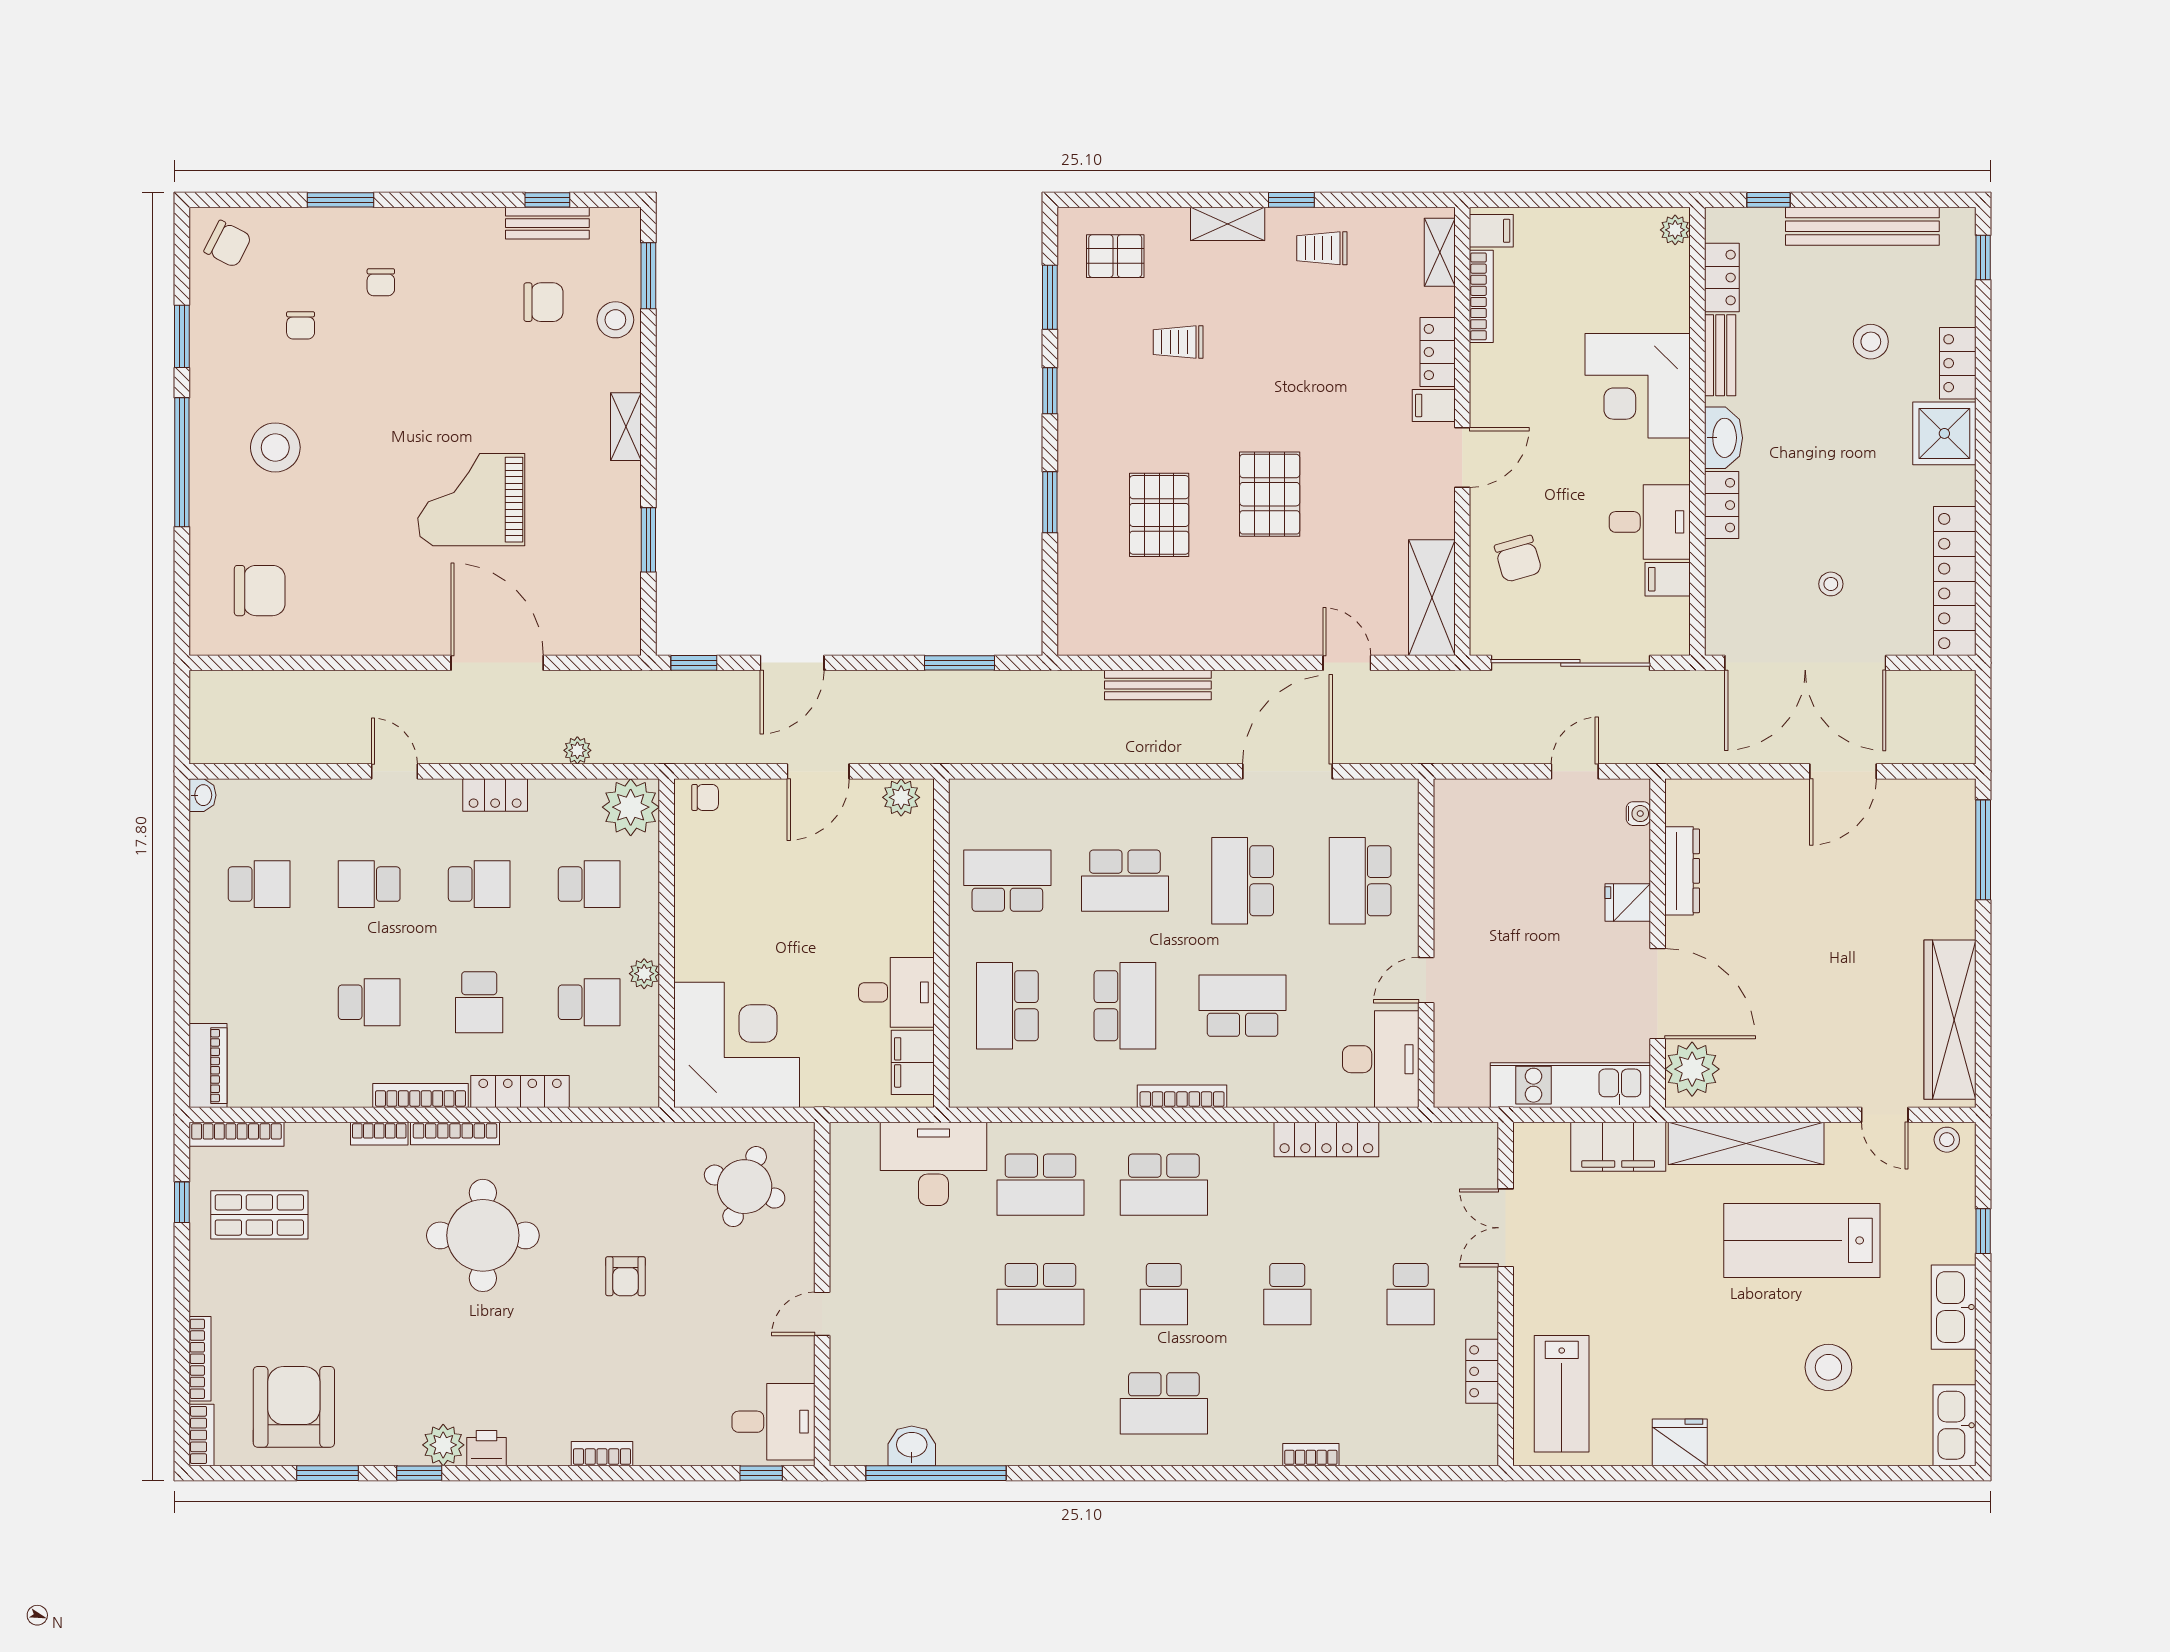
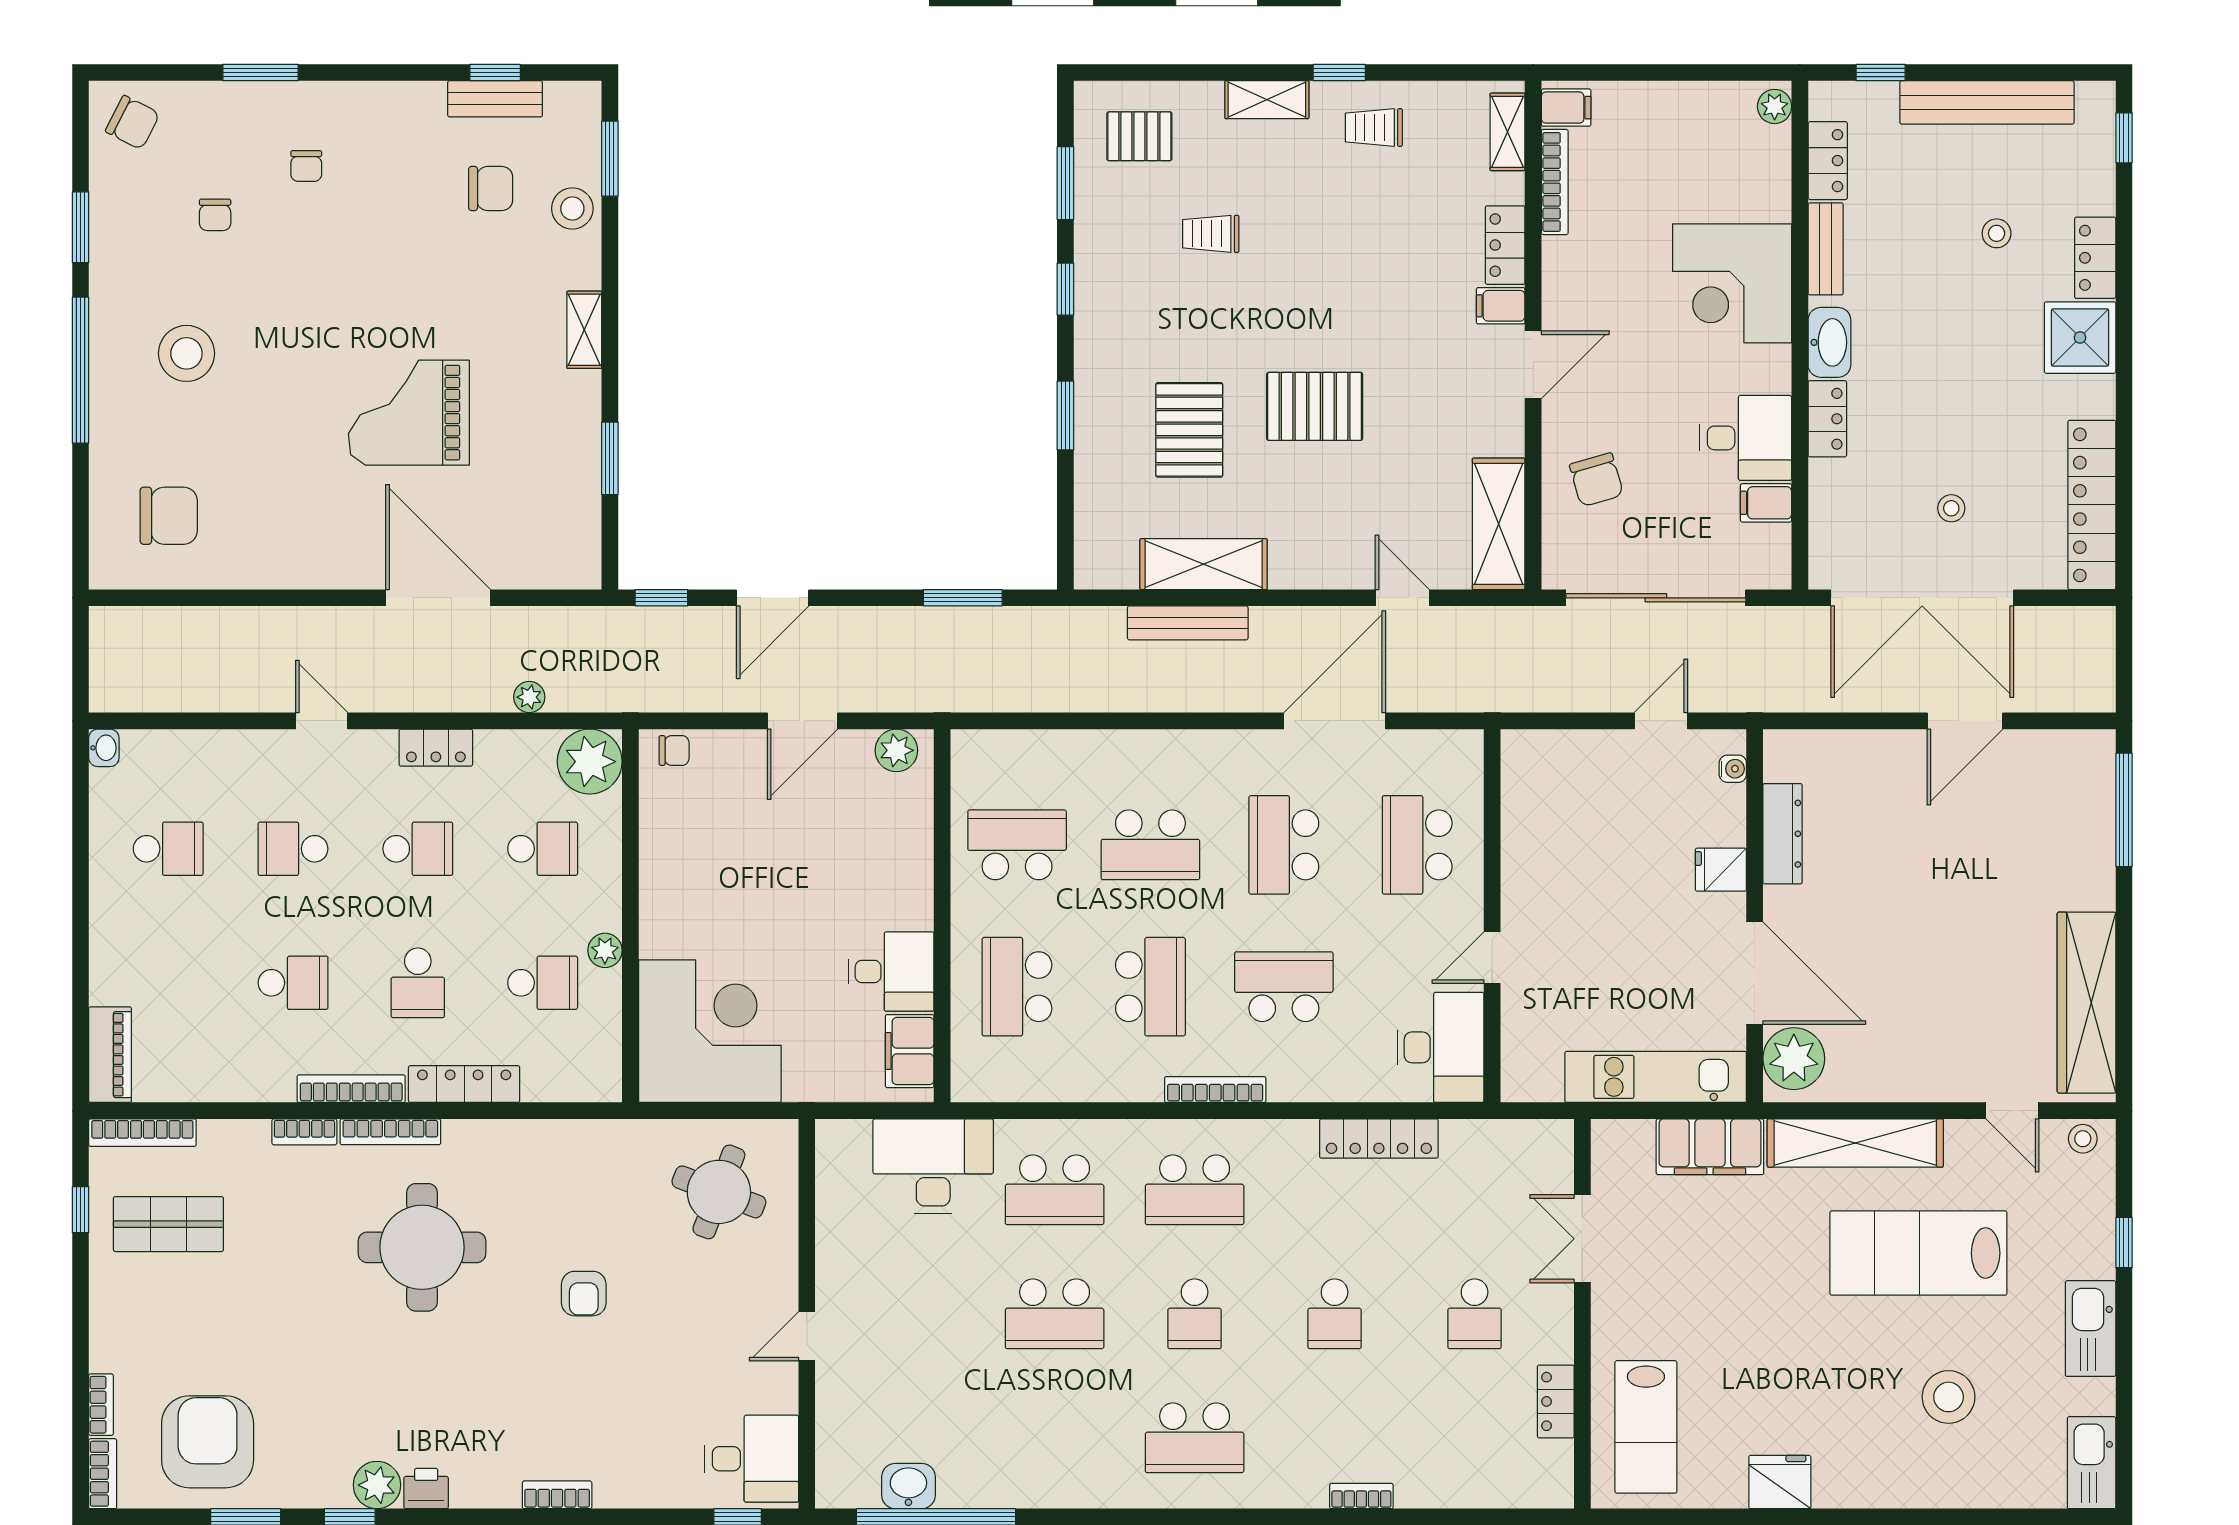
stool: (1871, 342) -> (1997, 233), width x0.73, depth x0.73
pallet: (1270, 494) -> (1315, 406), turned 90
shelving: (1172, 633) -> (1204, 564), added
bookcase: (200, 1359) -> (101, 1405), width x0.64

